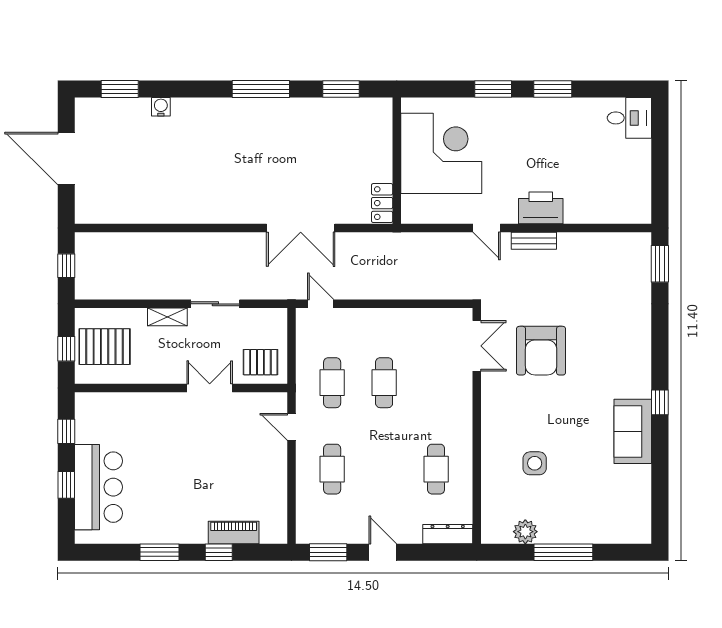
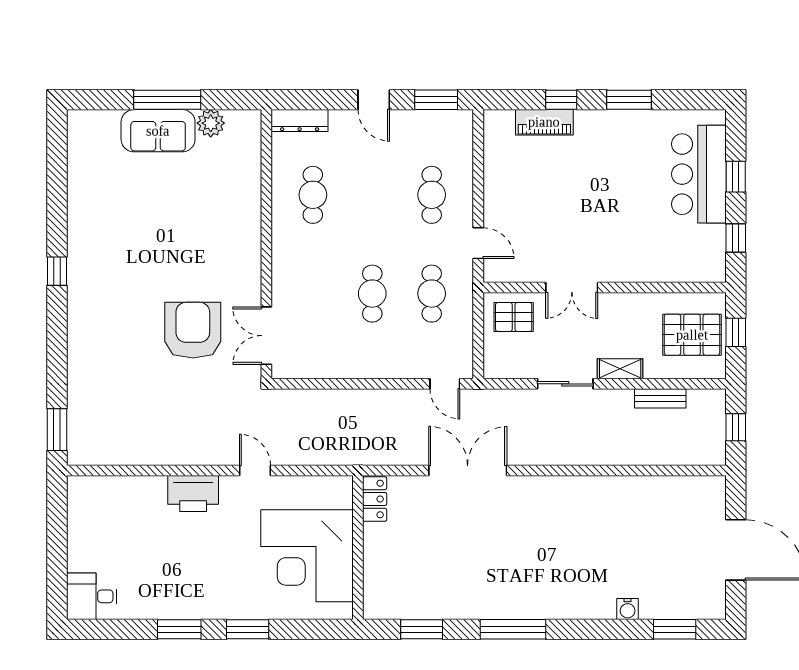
bench: (534, 241) -> (660, 398), moved
sofa: (633, 431) -> (158, 131), moved, turned 90
side table: (535, 463) -> (200, 201), removed

